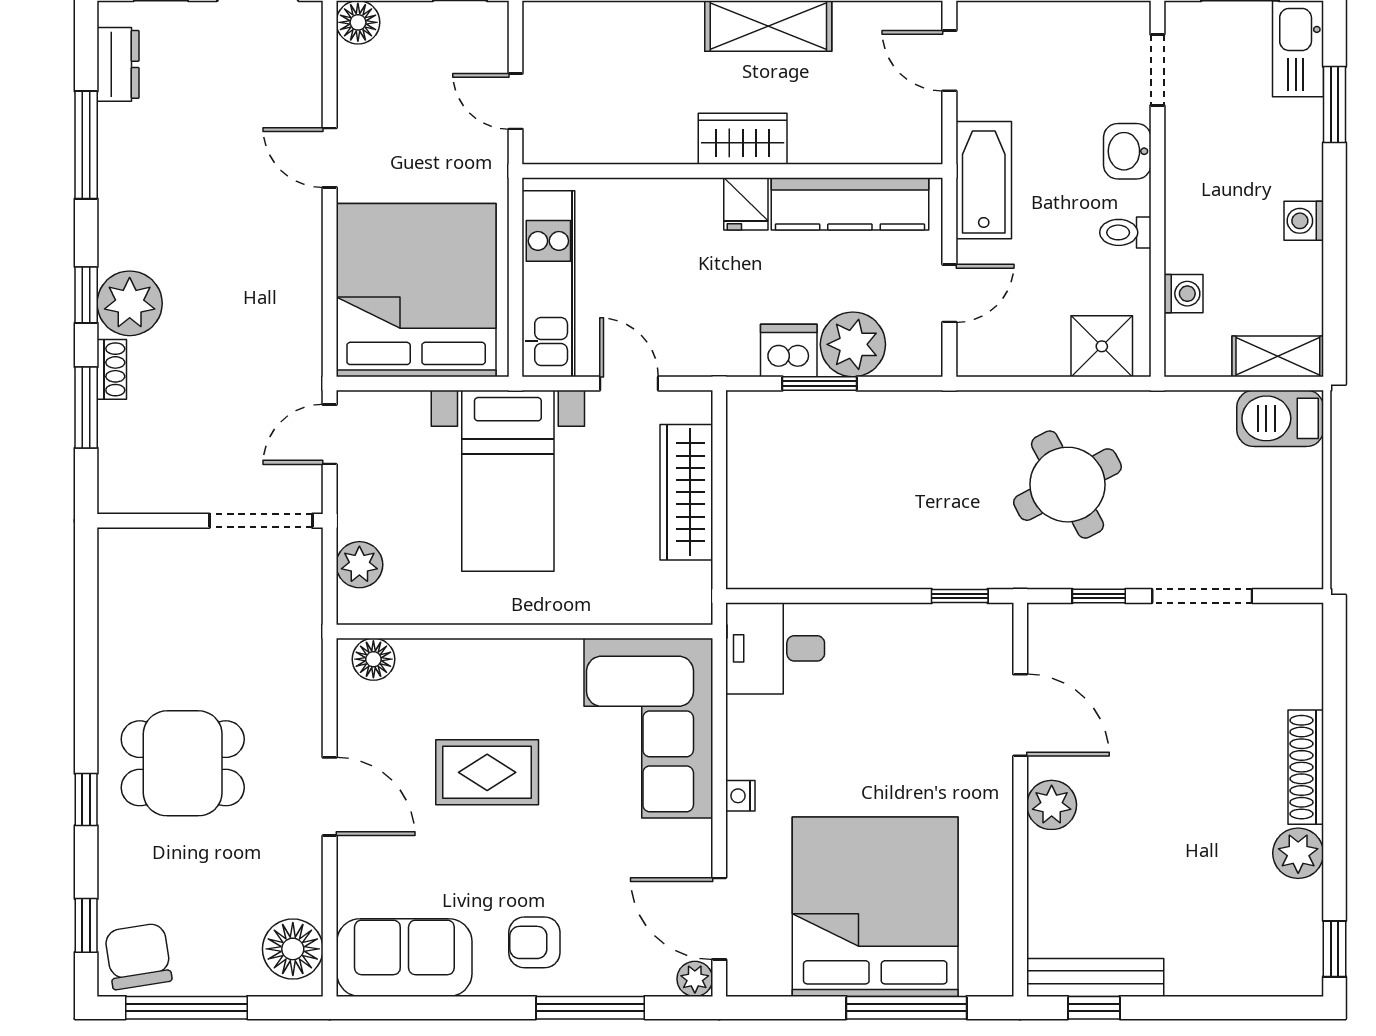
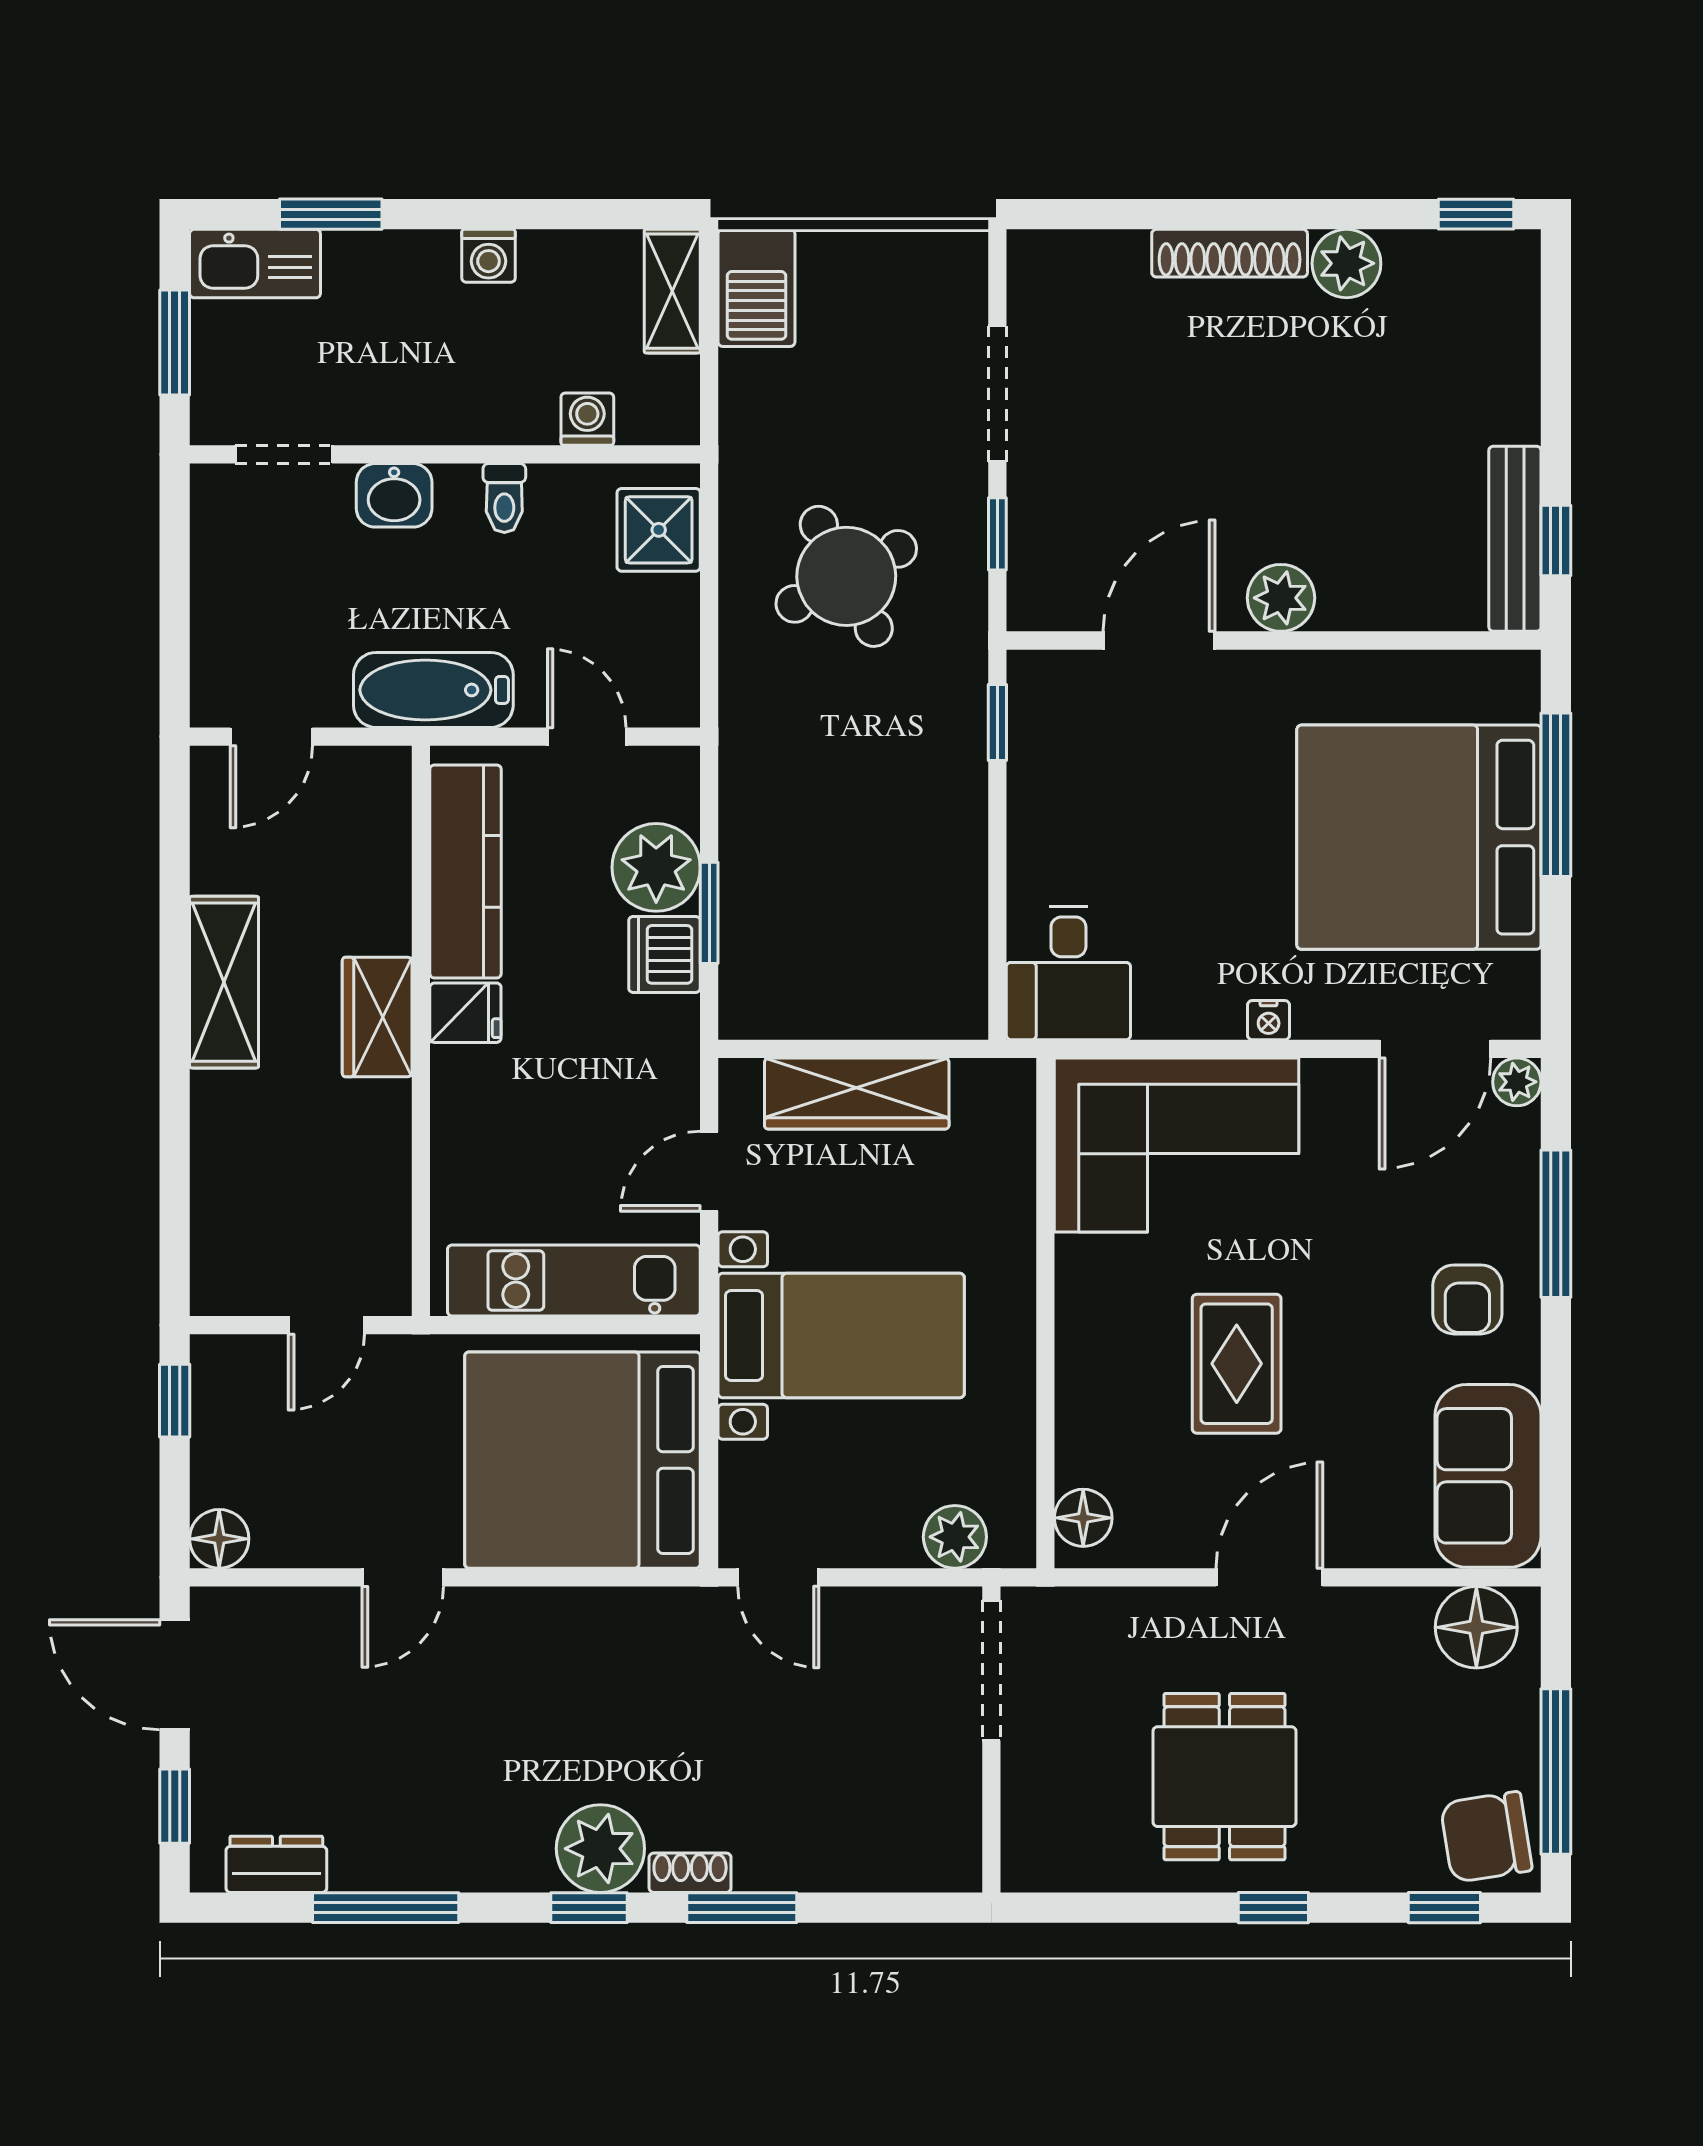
wall: (210, 521) -> (991, 1739), moved
doorway: (261, 521) -> (991, 1670), moved

